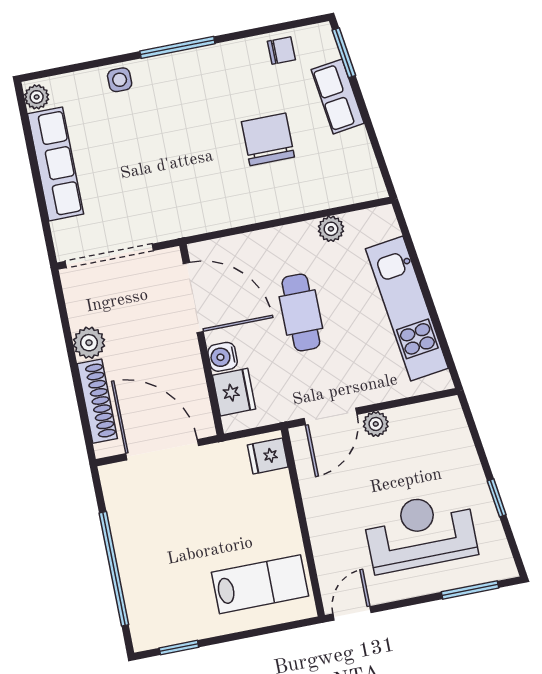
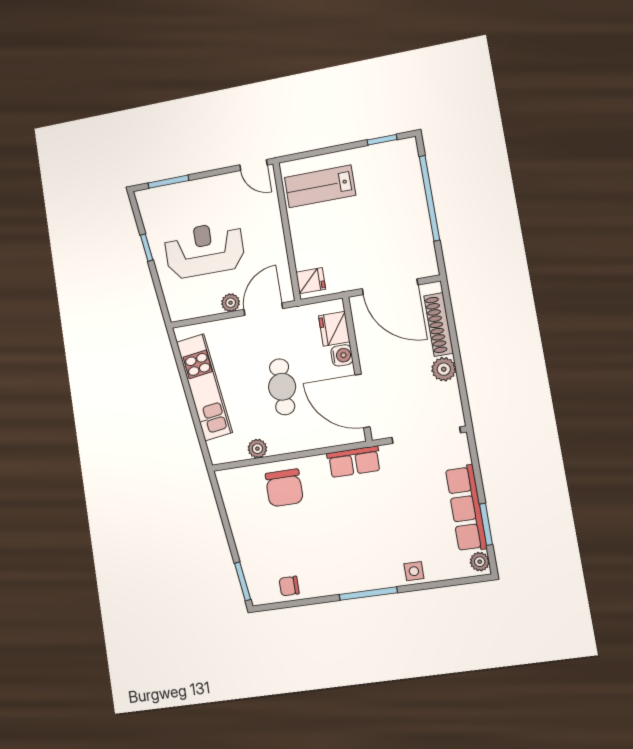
row of seats: (338, 96) -> (354, 462), moved, turned 98
chair: (268, 139) -> (284, 488), moved
window: (30, 145) -> (486, 524), added
reception desk: (420, 532) -> (204, 250), moved, turned 180
door: (352, 613) -> (253, 165), hinge flipped

